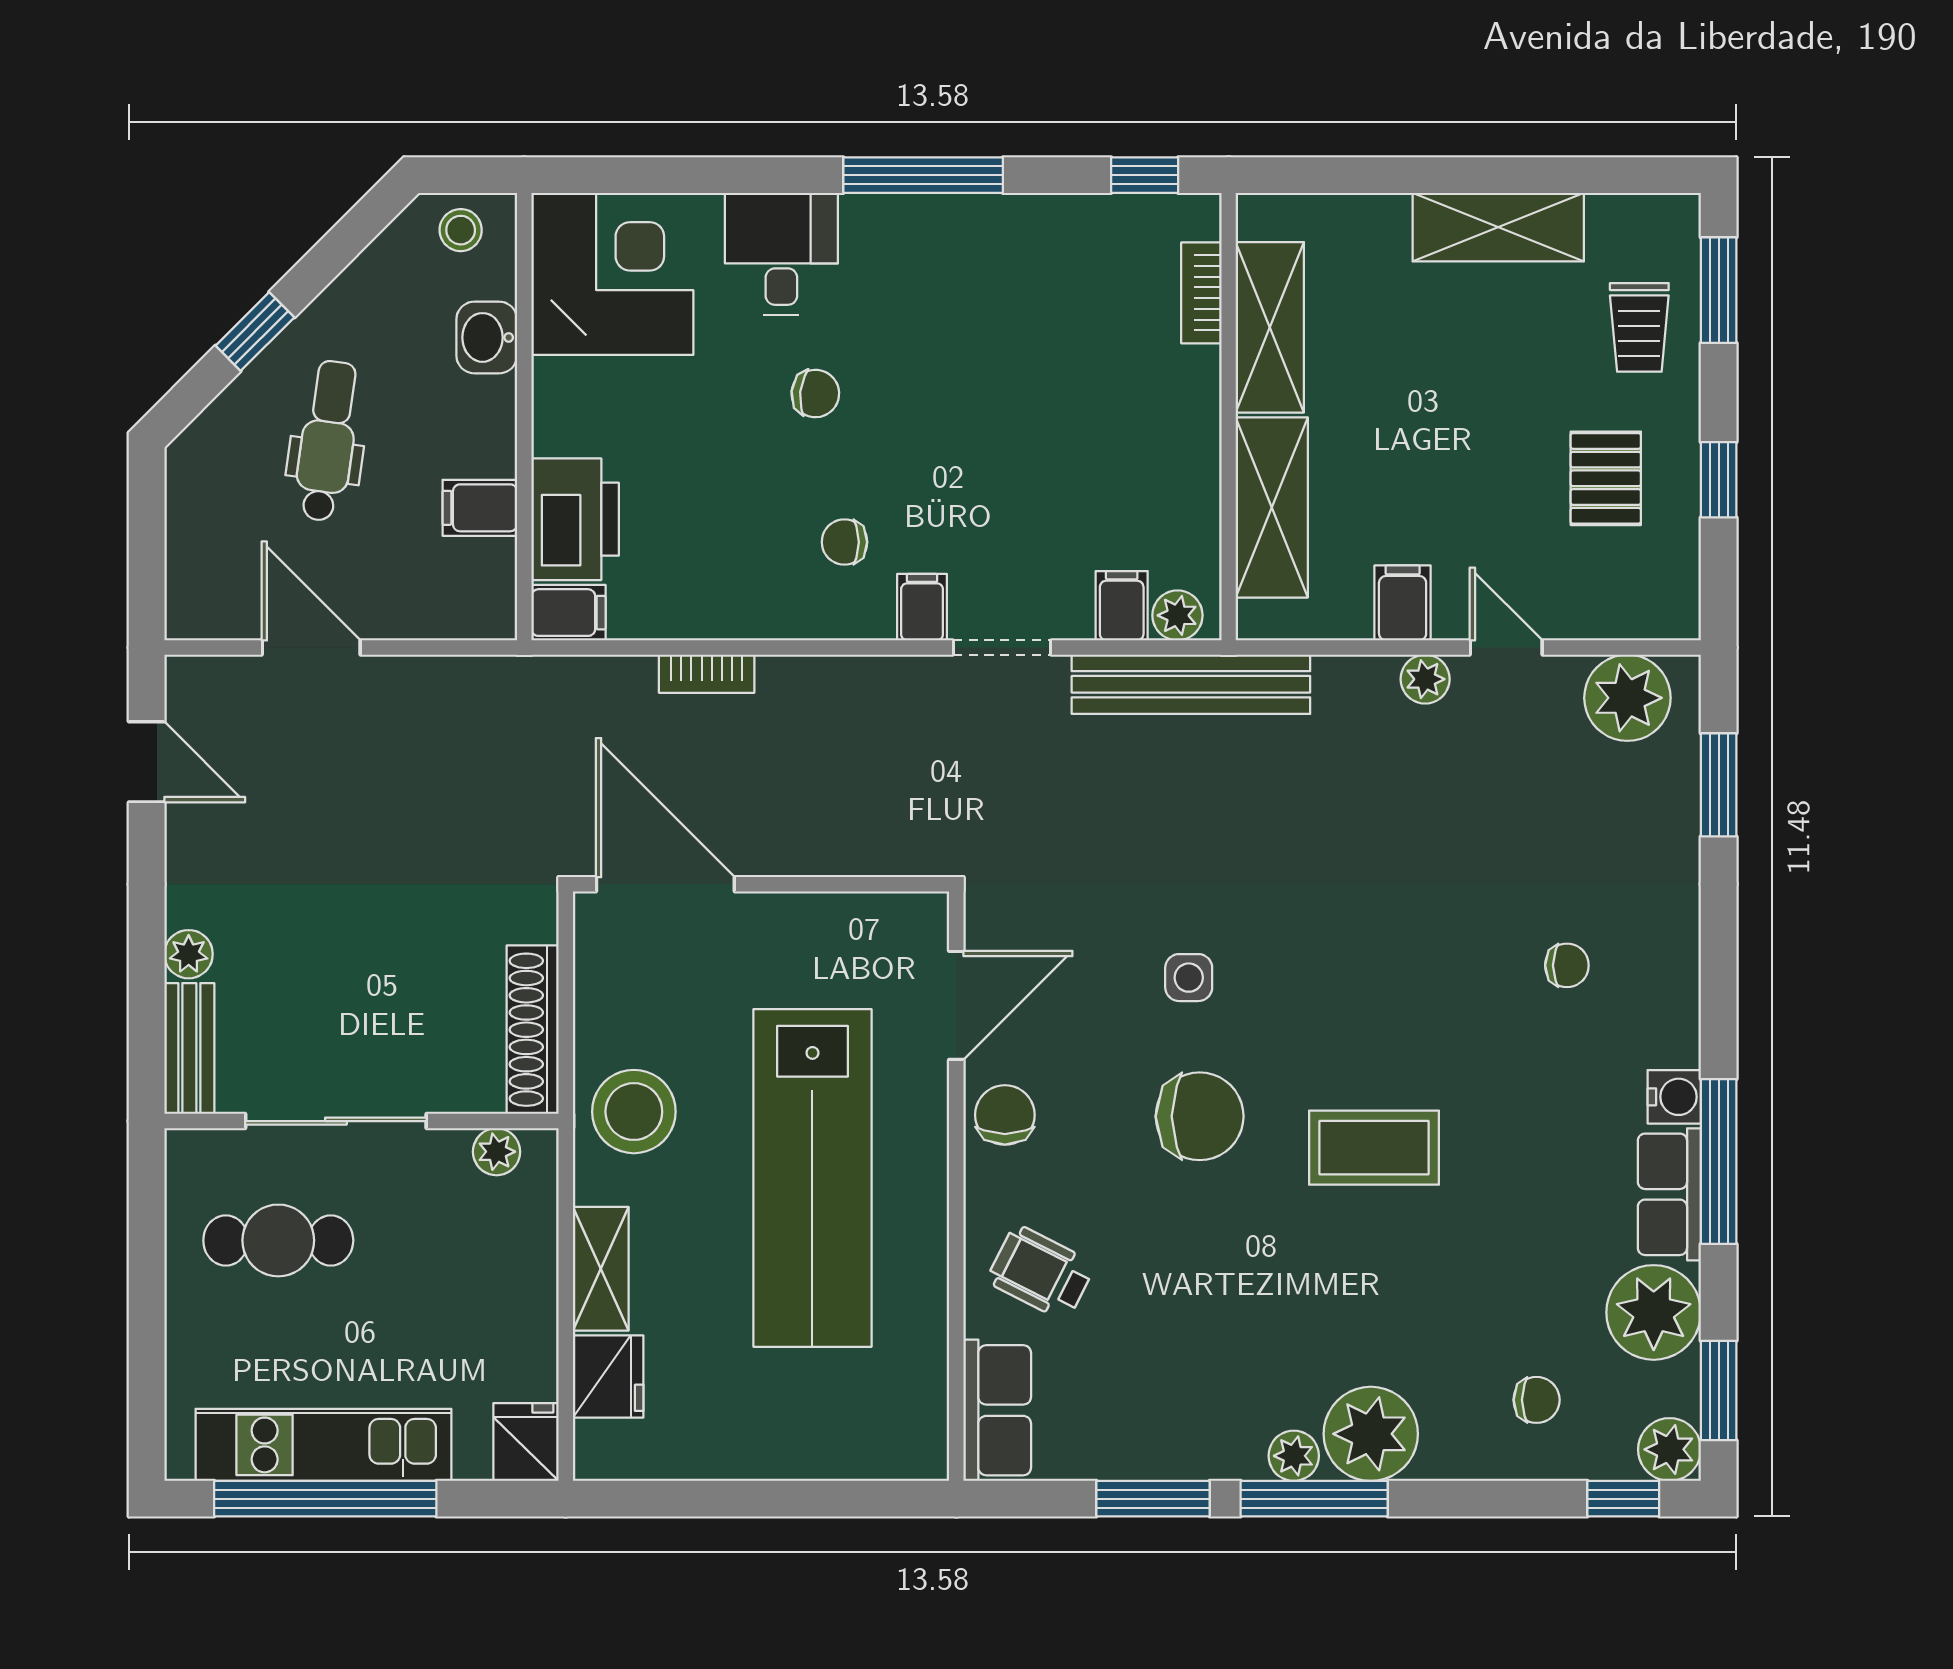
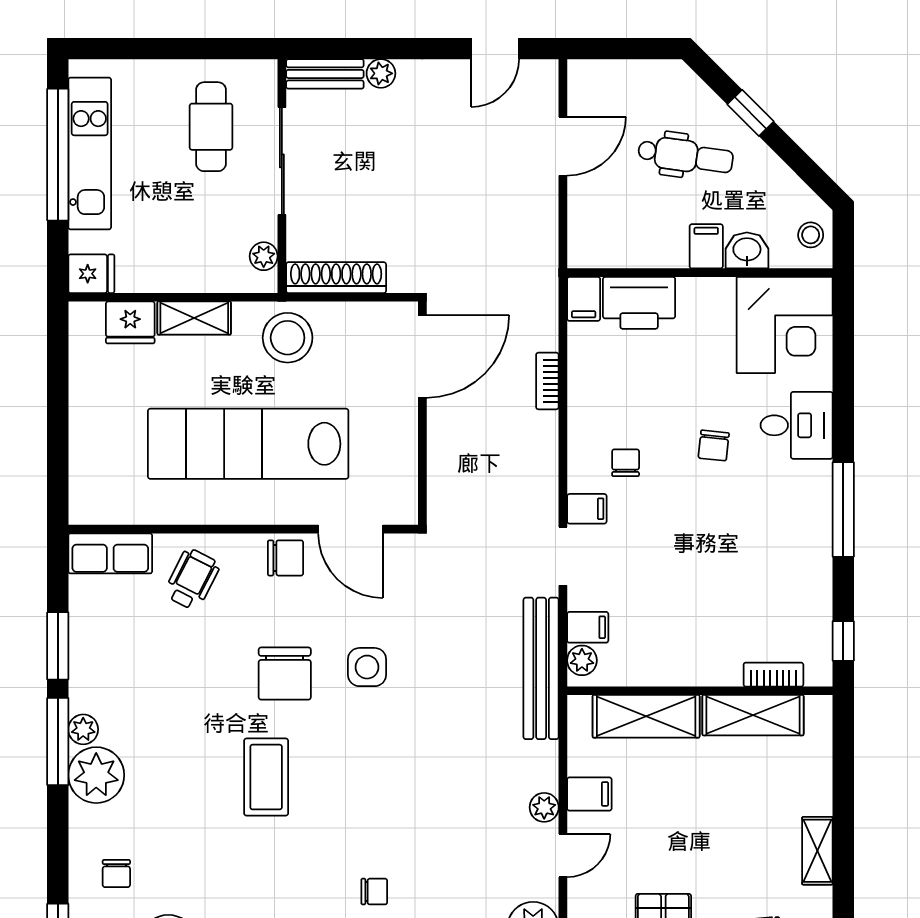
shelving: (1498, 227) -> (817, 851), width x0.67, depth x0.75
filing cabinet: (480, 508) -> (706, 246), moved
chair: (1567, 965) -> (374, 892), turned -90
side table: (1189, 978) -> (367, 667), width x1.37, depth x1.37

